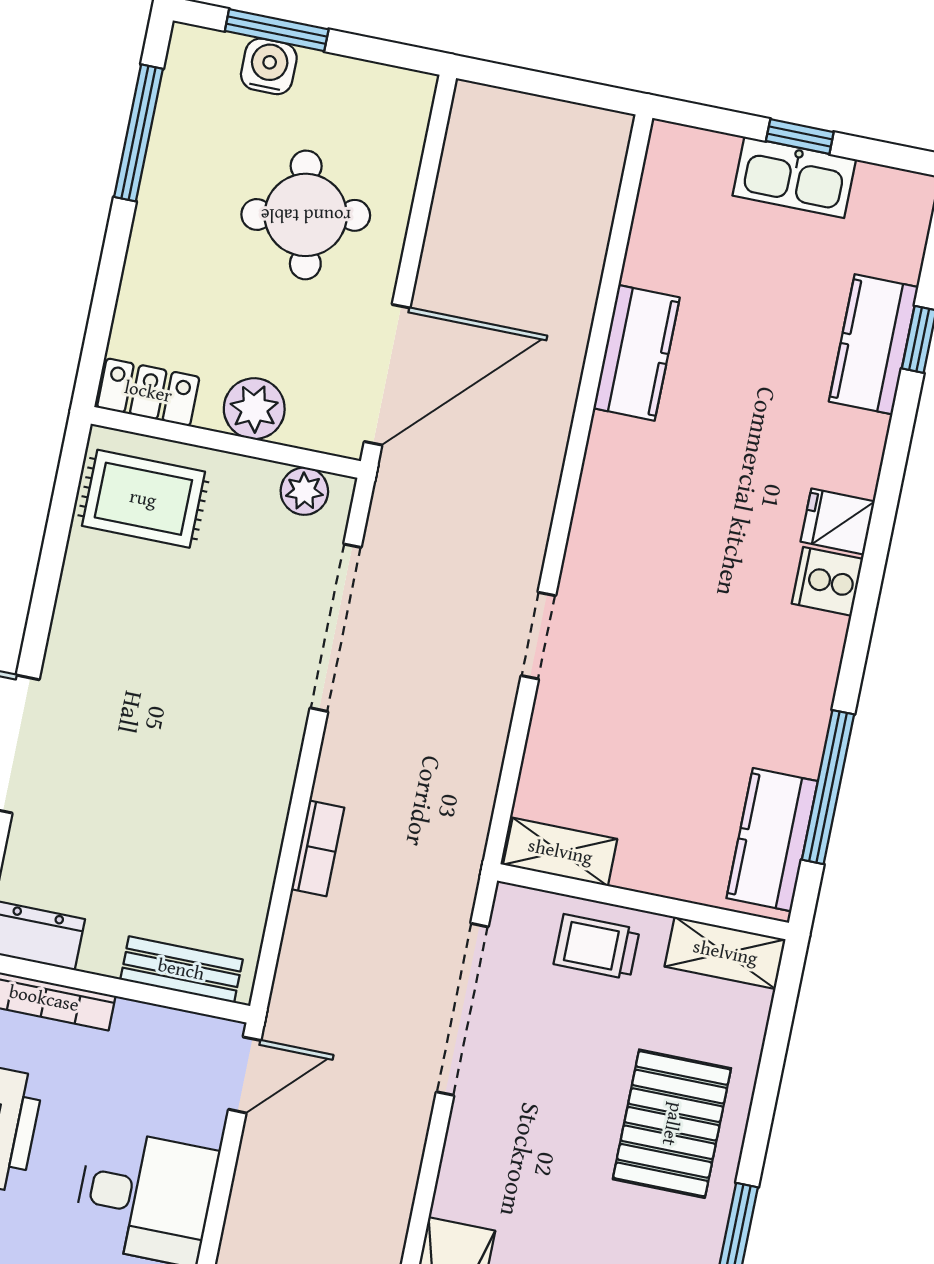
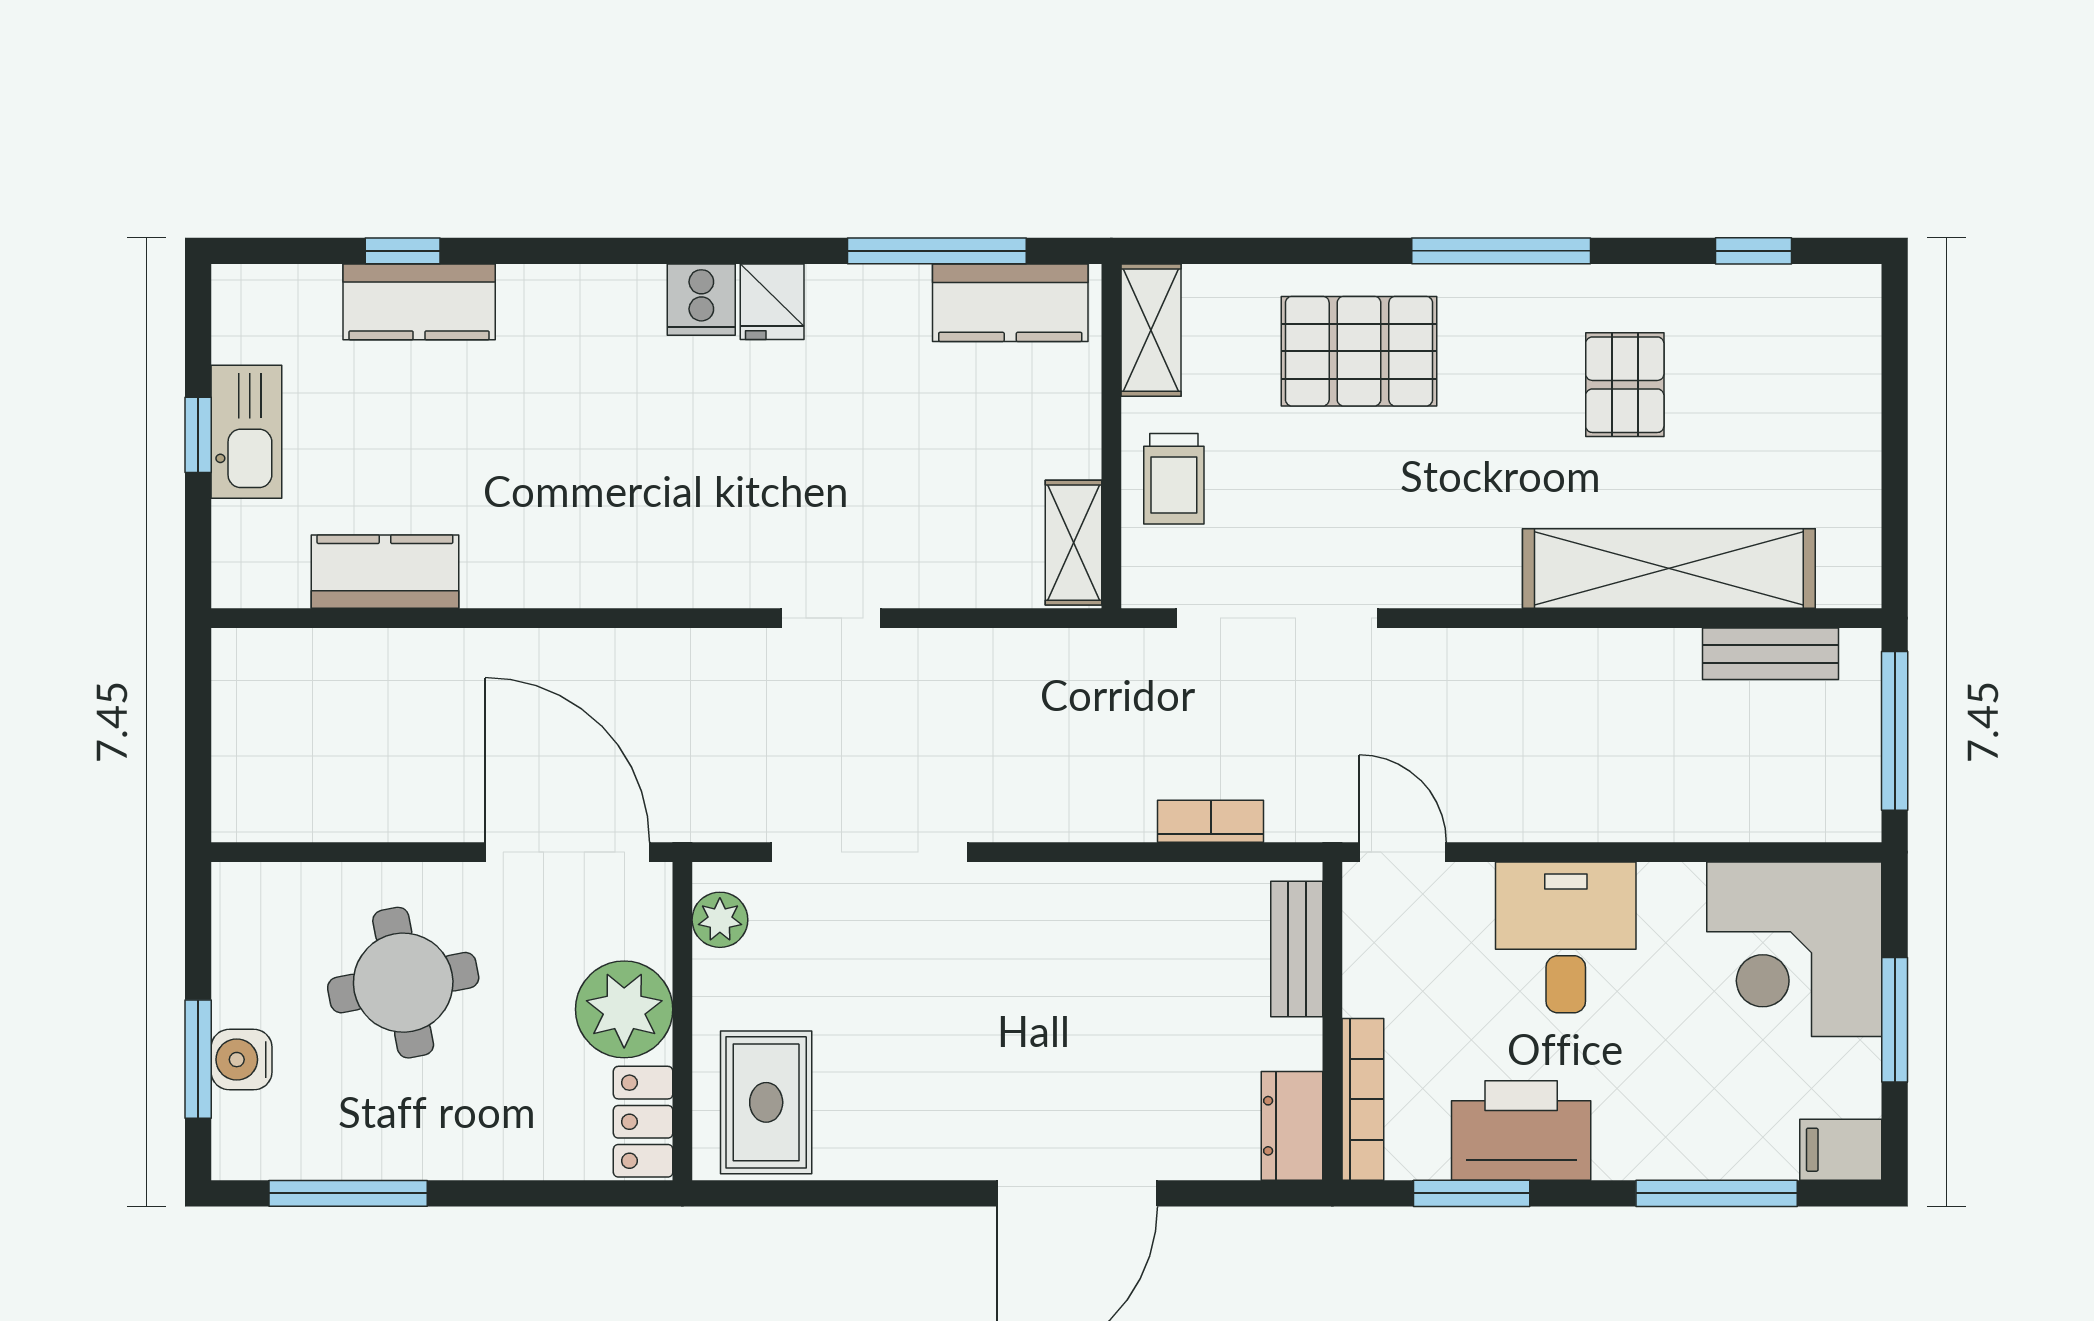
kitchen counter: (636, 353) -> (385, 572), moved
plant: (254, 409) -> (624, 1009), width x1.36, depth x1.36
fridge: (838, 522) -> (772, 302), moved
bookcase: (318, 848) -> (1211, 821), moved

